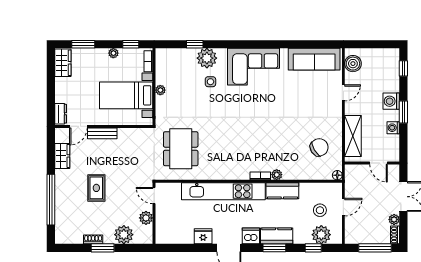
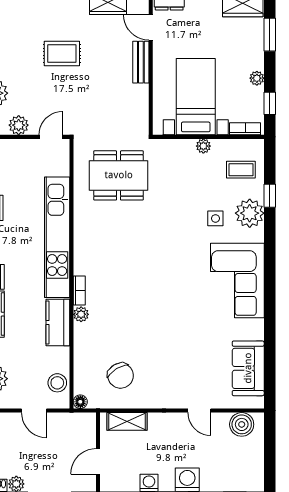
sofa: (314, 59) -> (248, 368), width x0.73
coffee table: (177, 64) -> (241, 170), added
shelving: (353, 136) -> (127, 421), width x0.67, depth x0.75
stool: (320, 210) -> (57, 383), moved

